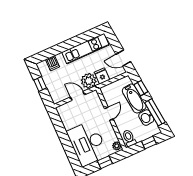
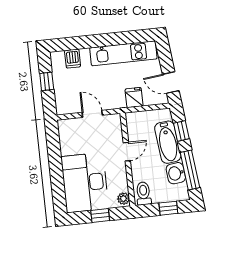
plant: (89, 81) -> (114, 98), removed

